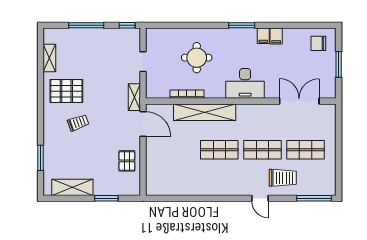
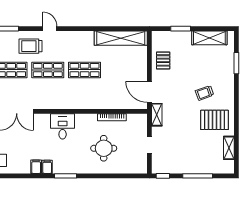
desk: (245, 83) -> (63, 126), width x0.73
shelving: (205, 112) -> (121, 38), moved

